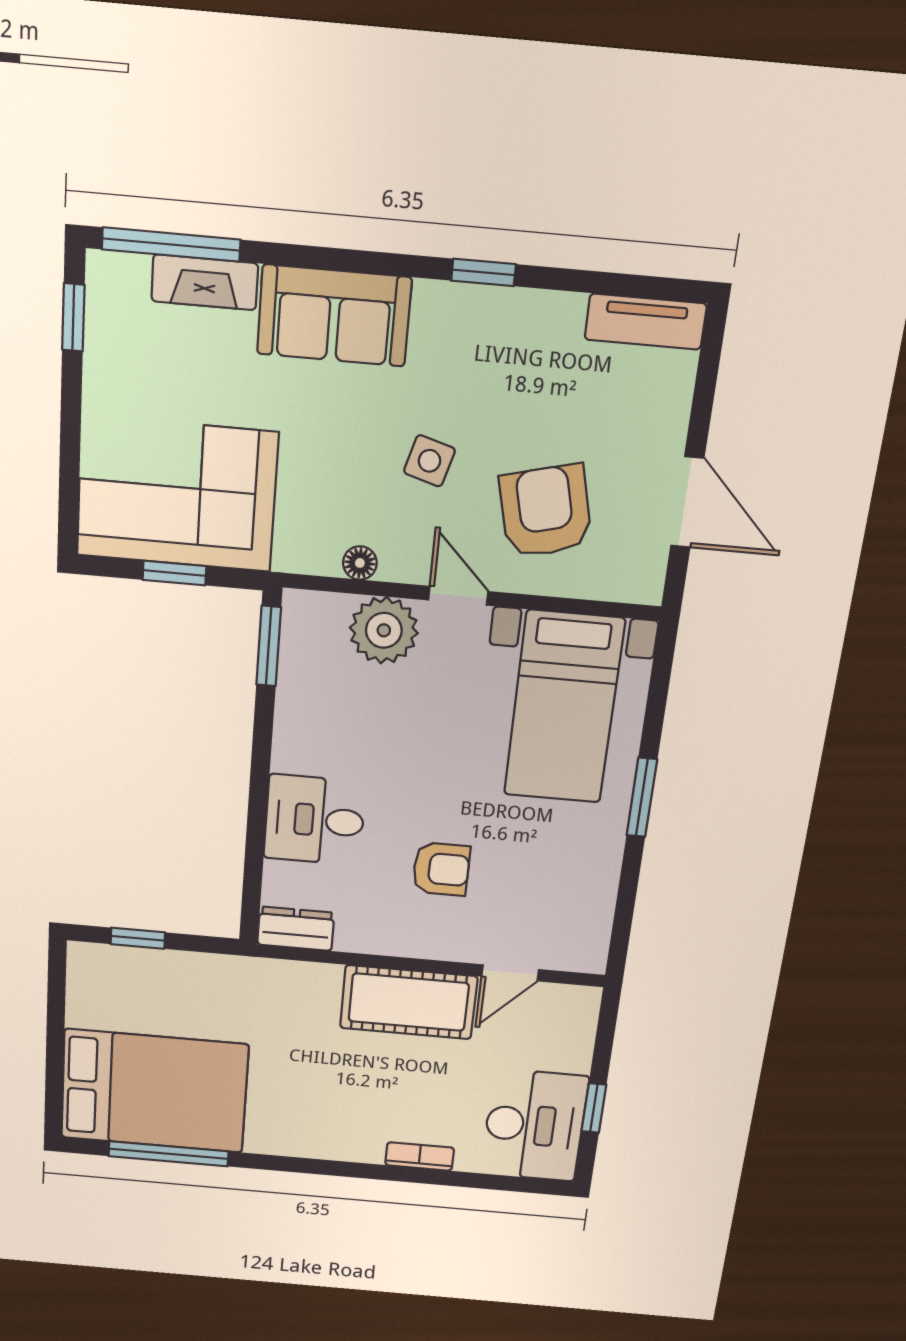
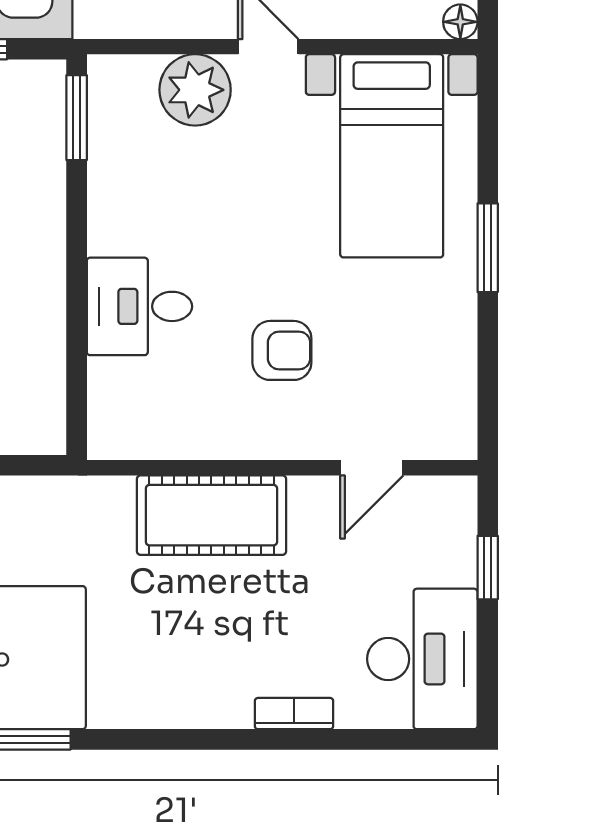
floor lamp: (360, 563) -> (460, 22), moved
dresser: (296, 929) -> (128, 437), removed
cot: (409, 1002) -> (211, 515), moved
window: (594, 1108) -> (488, 568), moved

